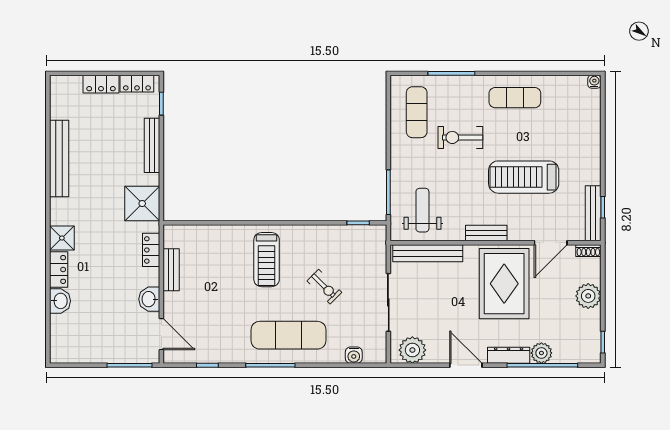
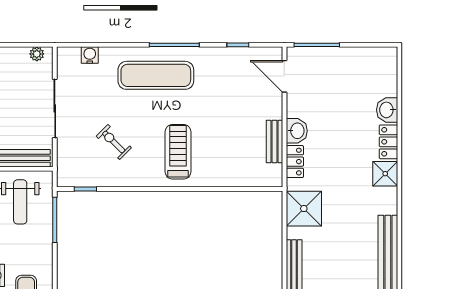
exercise bike: (324, 287) -> (114, 142), moved
washbasin: (149, 299) -> (297, 131), moved
plant: (412, 350) -> (37, 54), width x0.53, depth x0.53

